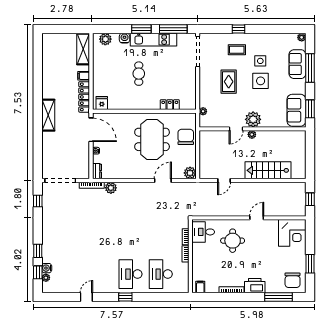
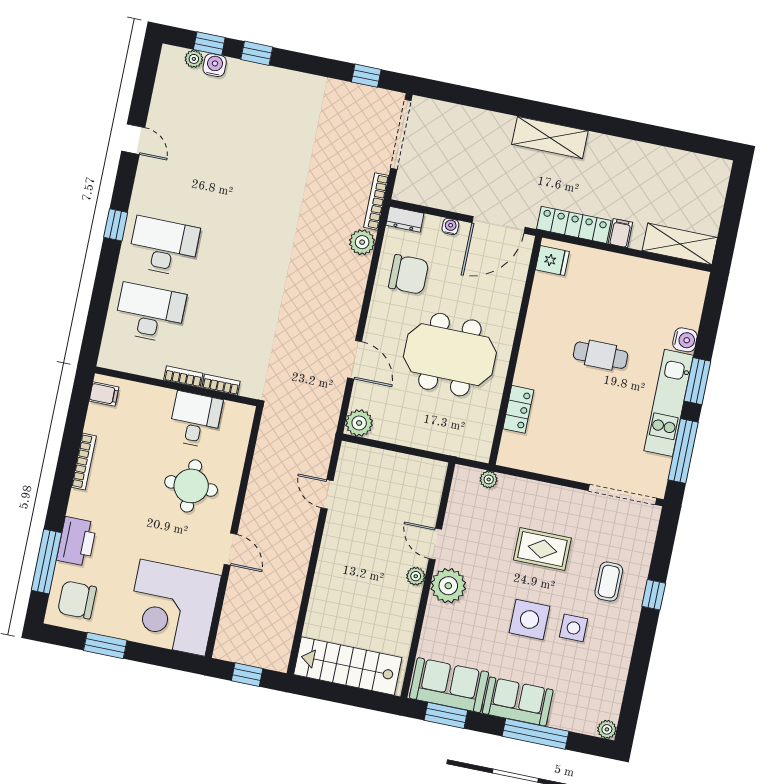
plant: (105, 39) -> (691, 297), removed
sofa: (297, 64) -> (518, 702), moved
chair: (186, 137) -> (409, 274), moved
stairs: (268, 170) -> (348, 666), moved, turned -90
desk: (203, 232) -> (195, 420), moved
corner desk: (292, 233) -> (173, 608), width x1.36, depth x1.36
printer: (255, 286) -> (77, 541), moved

